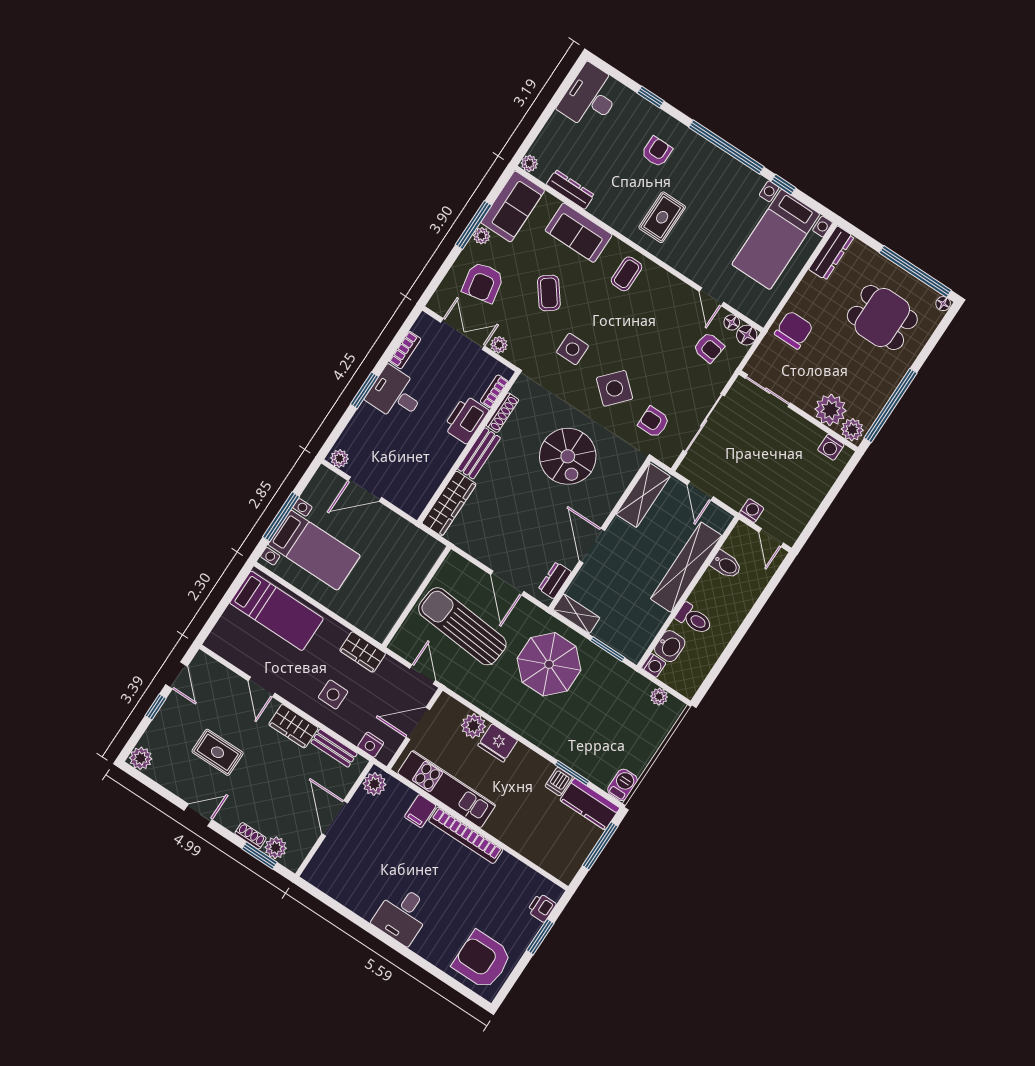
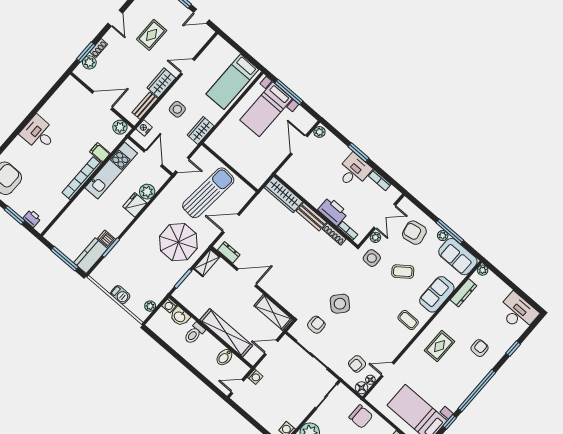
armchair: (657, 152) -> (479, 348), turned -90
rug: (662, 217) -> (439, 346), turned 90
side table: (573, 349) -> (372, 258), moved
spiral stairs: (568, 456) -> (303, 270), removed
barbecue: (623, 785) -> (120, 295), moved

